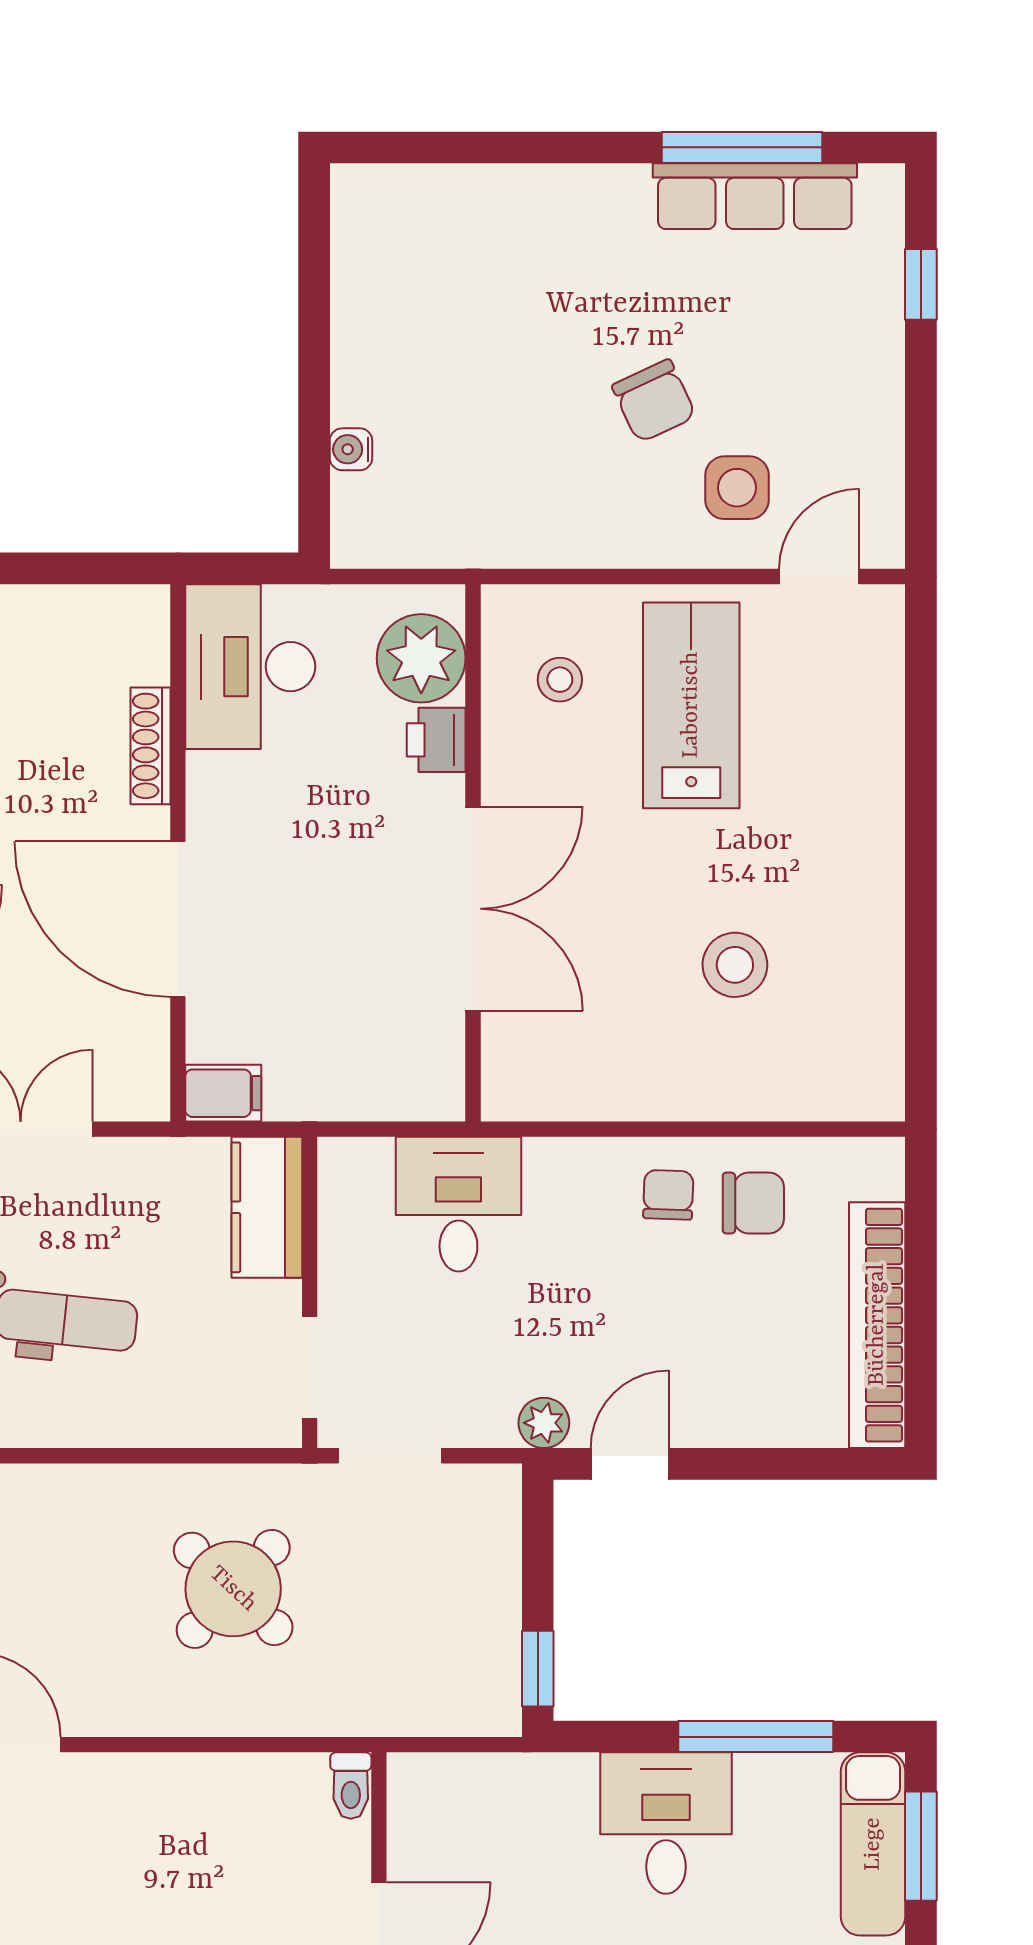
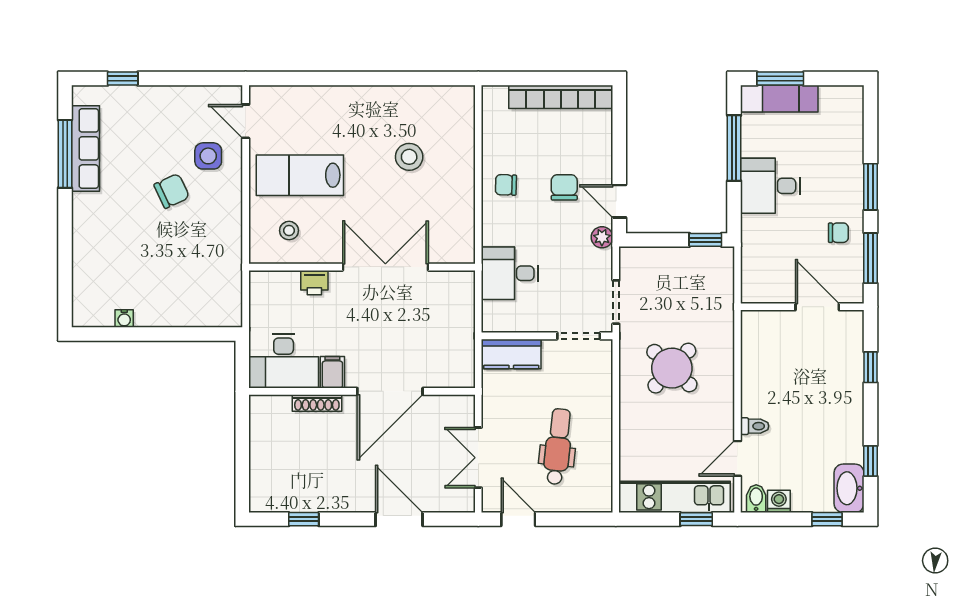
water cooler: (351, 449) -> (124, 318), moved
plant: (421, 658) -> (280, 289), removed
filing cabinet: (223, 1093) -> (332, 372), moved
chair: (753, 1203) -> (564, 187), moved
toilet: (351, 1786) -> (755, 426), moved

